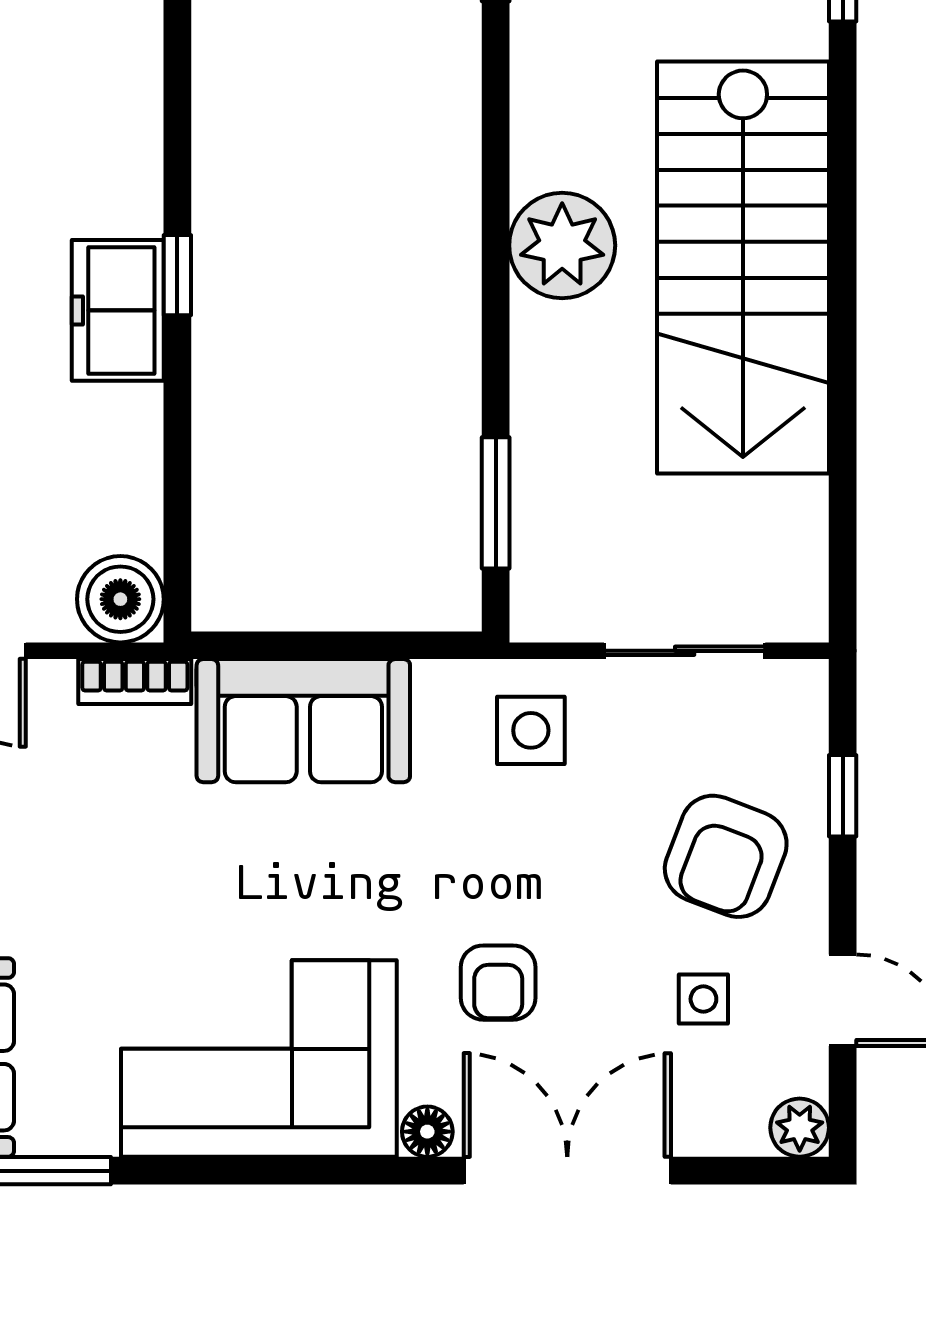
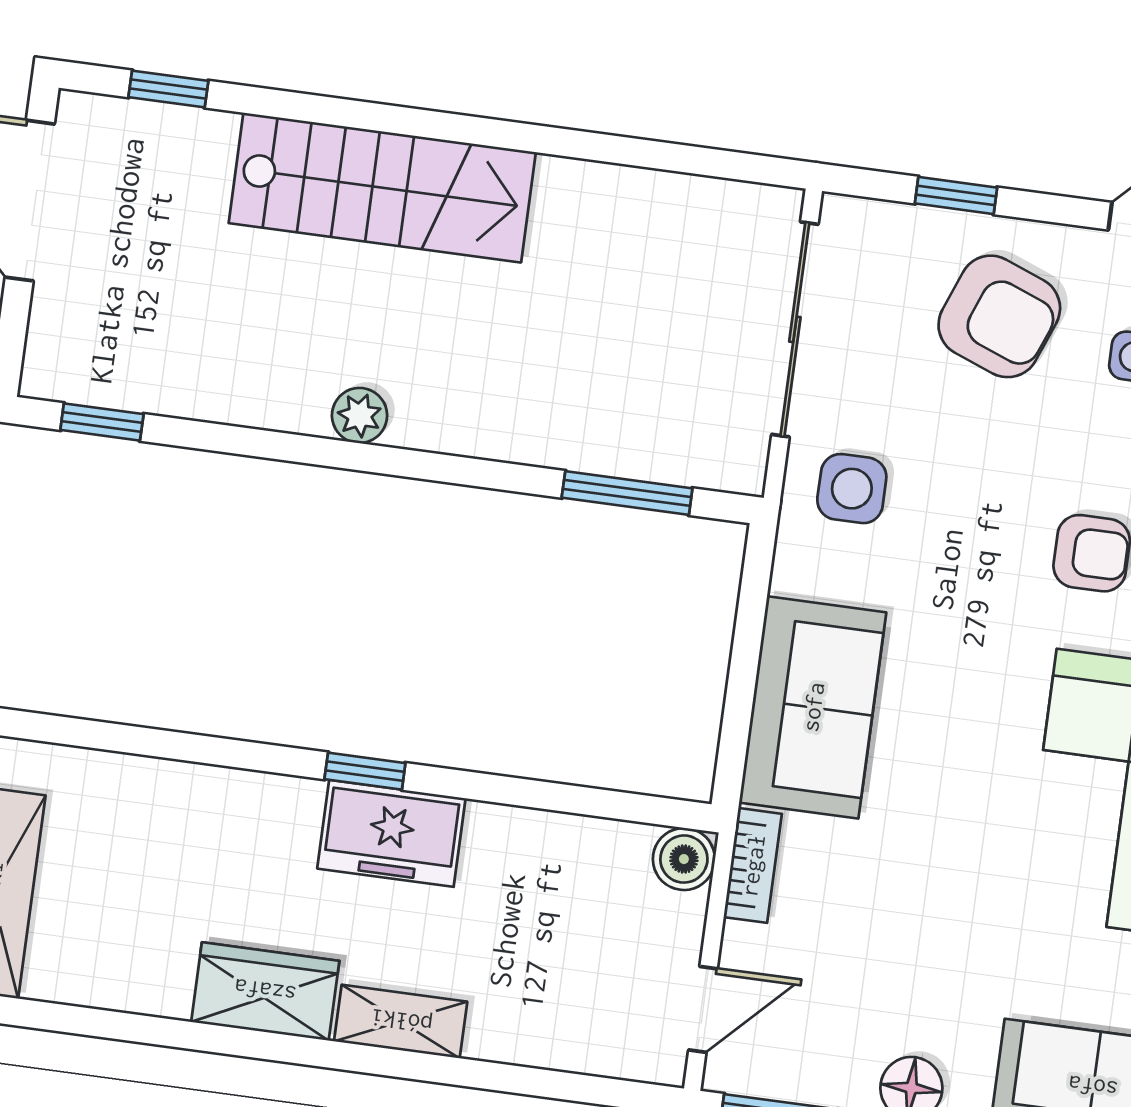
plant: (562, 245) -> (360, 415), width x0.53, depth x0.53
stairs: (743, 268) -> (382, 188), width x0.73, depth x0.66
boiler: (120, 599) -> (684, 859), width x0.73, depth x0.73
sliding door: (685, 651) -> (795, 329), width x1.37

